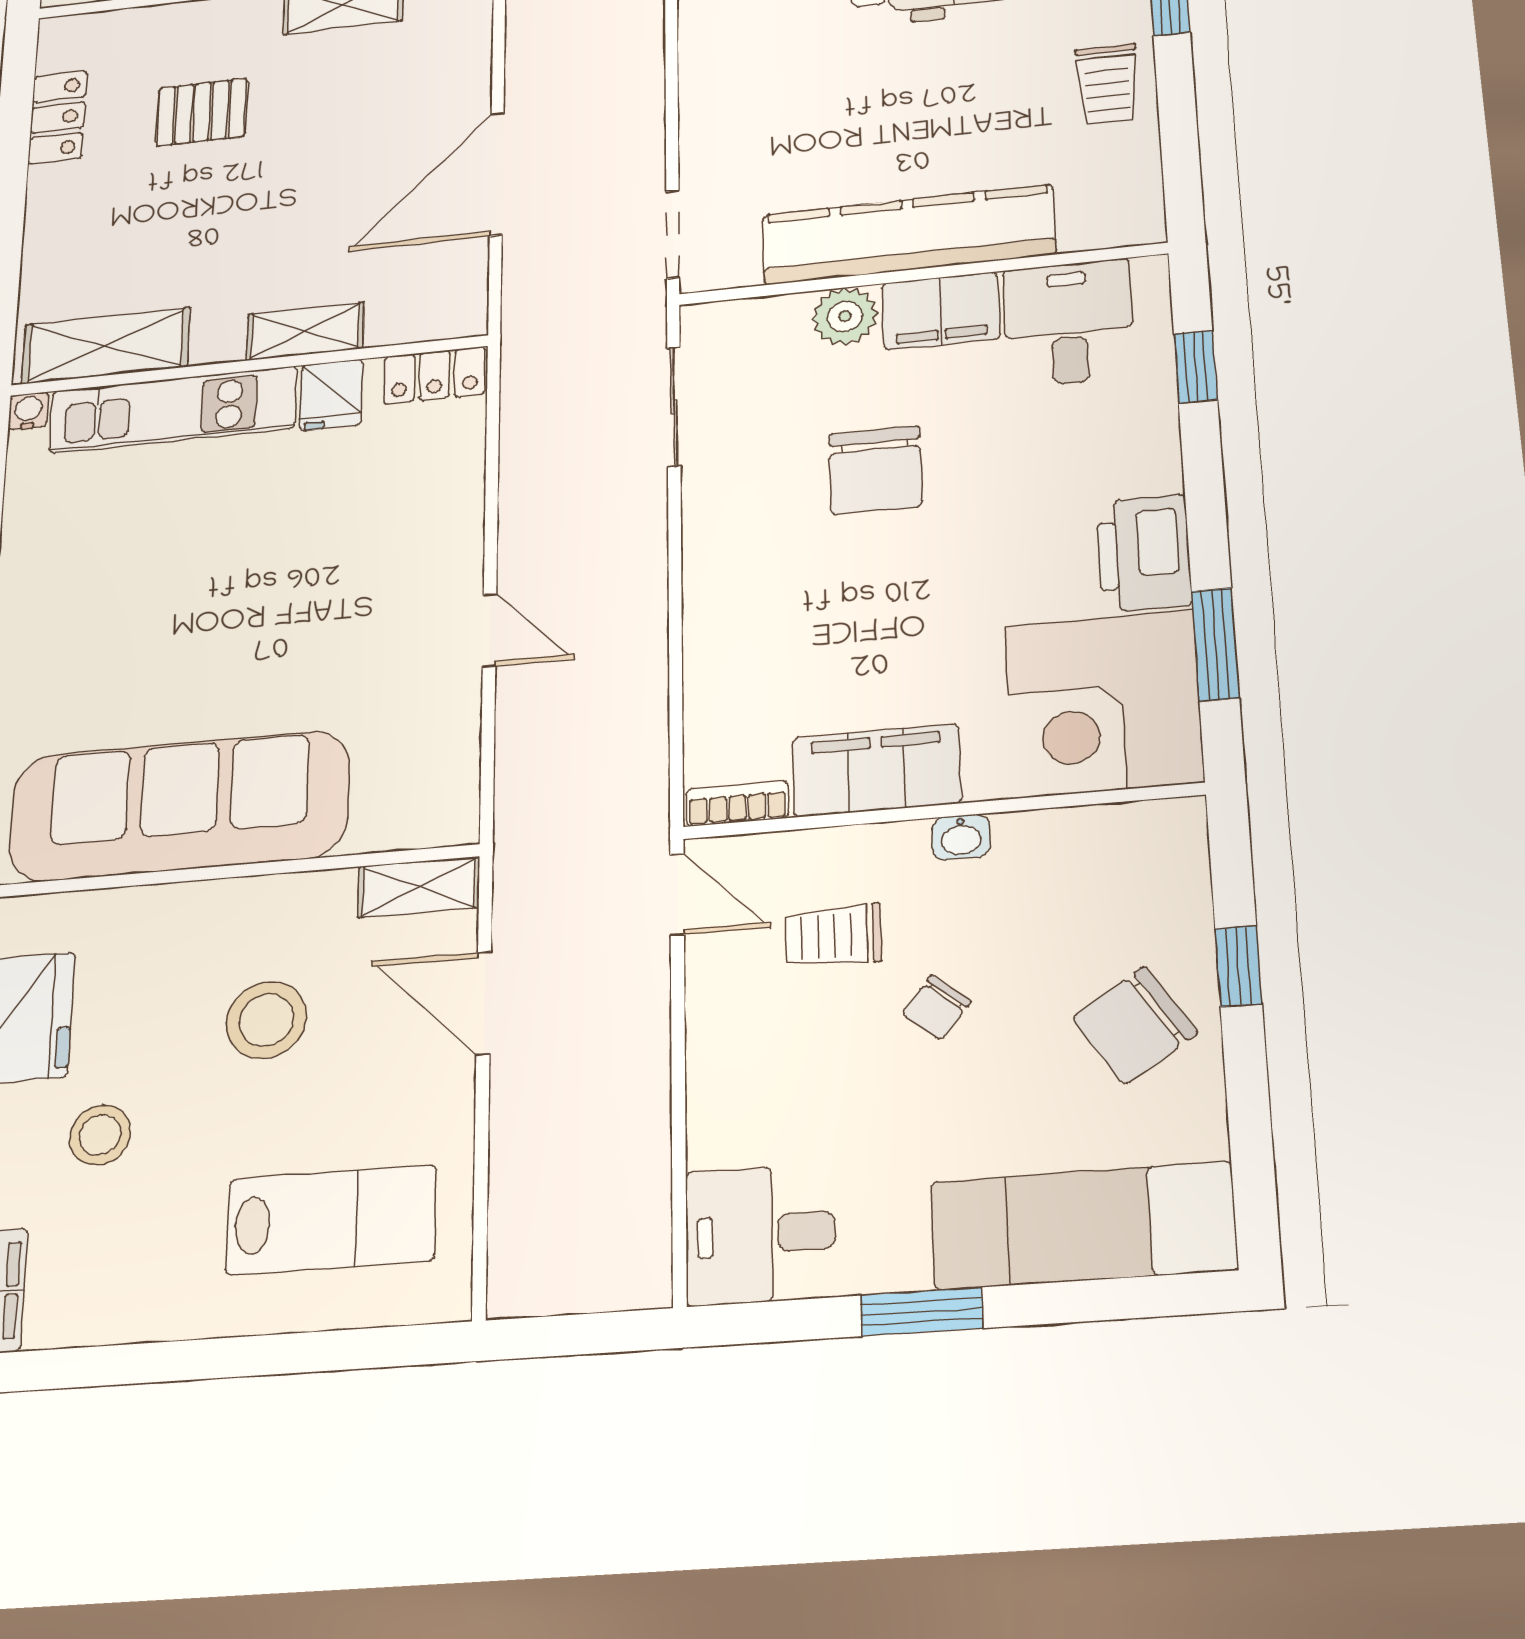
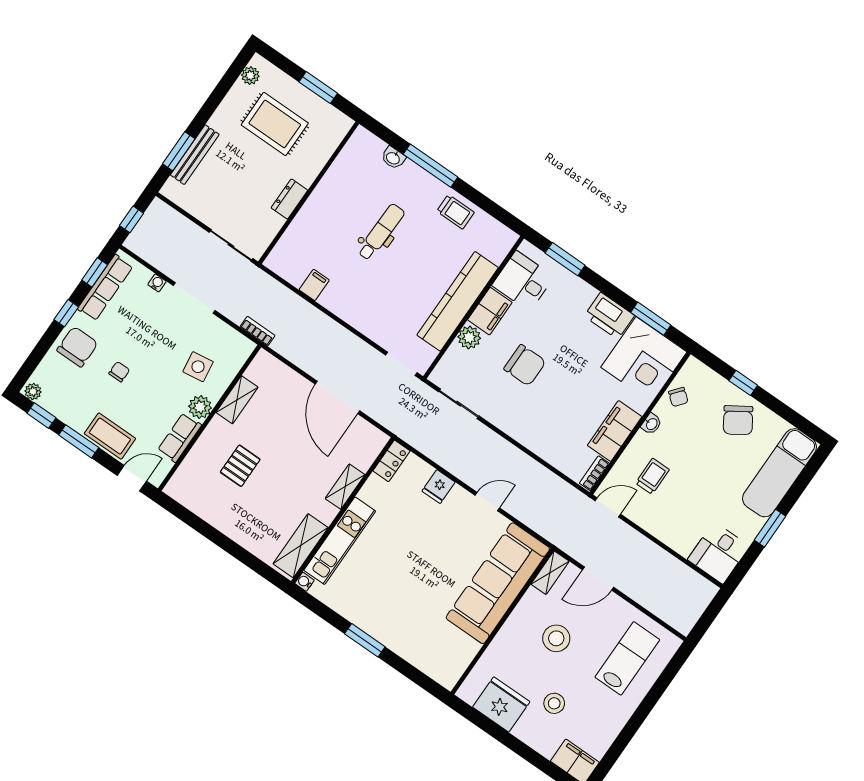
locker: (58, 117) -> (204, 508), removed
window: (1196, 367) -> (565, 259), width x1.50
fridge: (331, 395) -> (439, 487), moved, turned 90
sofa: (179, 806) -> (498, 583), moved
trolley: (833, 936) -> (652, 476), turned 180
chair: (936, 1007) -> (678, 397), moved

